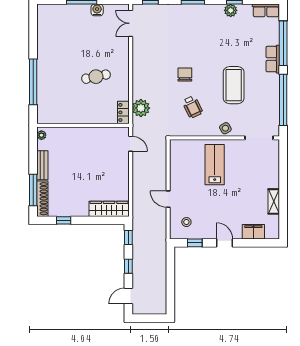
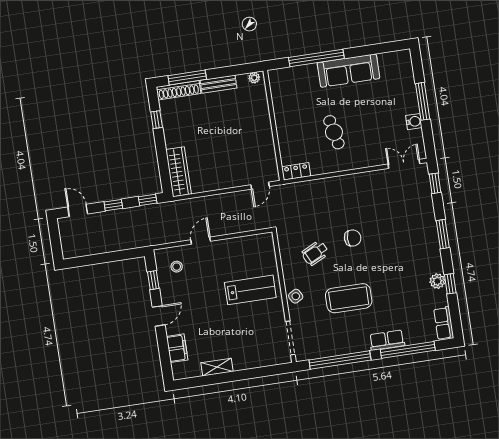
sofa: (47, 57) -> (348, 71), added
plant: (141, 108) -> (305, 192), removed

